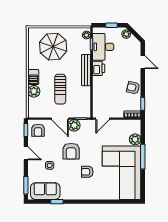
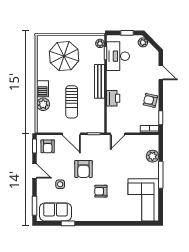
printer: (99, 68) -> (113, 98), moved
plant: (74, 125) -> (87, 141), removed
corner sofa: (122, 173) -> (143, 200), width x0.73, depth x0.74

